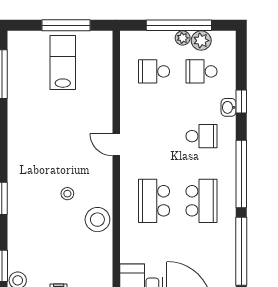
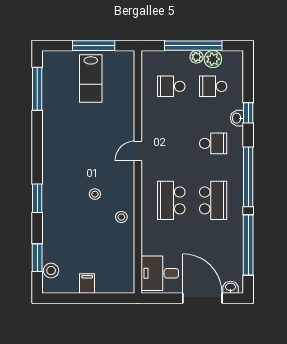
lab bench: (63, 63) -> (91, 79), turned 180
door: (116, 145) -> (138, 151), hinge flipped
stool: (97, 220) -> (121, 217), width x0.53, depth x0.53

